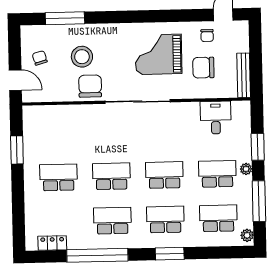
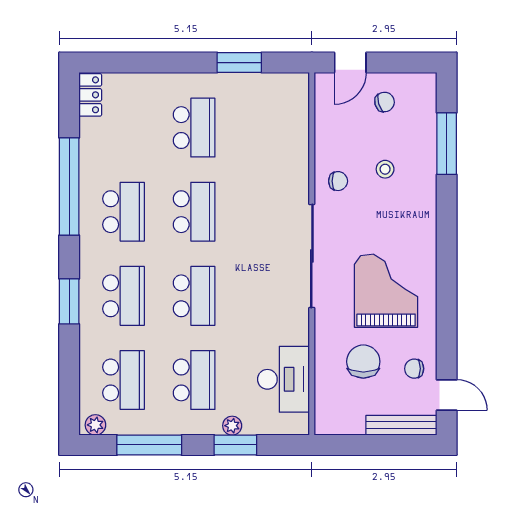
stool: (82, 57) -> (385, 169), width x0.53, depth x0.53
bench: (244, 75) -> (401, 425), moved
chair: (90, 86) -> (338, 181), width x0.54, depth x0.54
desk: (216, 118) -> (283, 379), width x1.37
plant: (246, 169) -> (232, 426), moved
locker: (52, 243) -> (90, 95), moved

